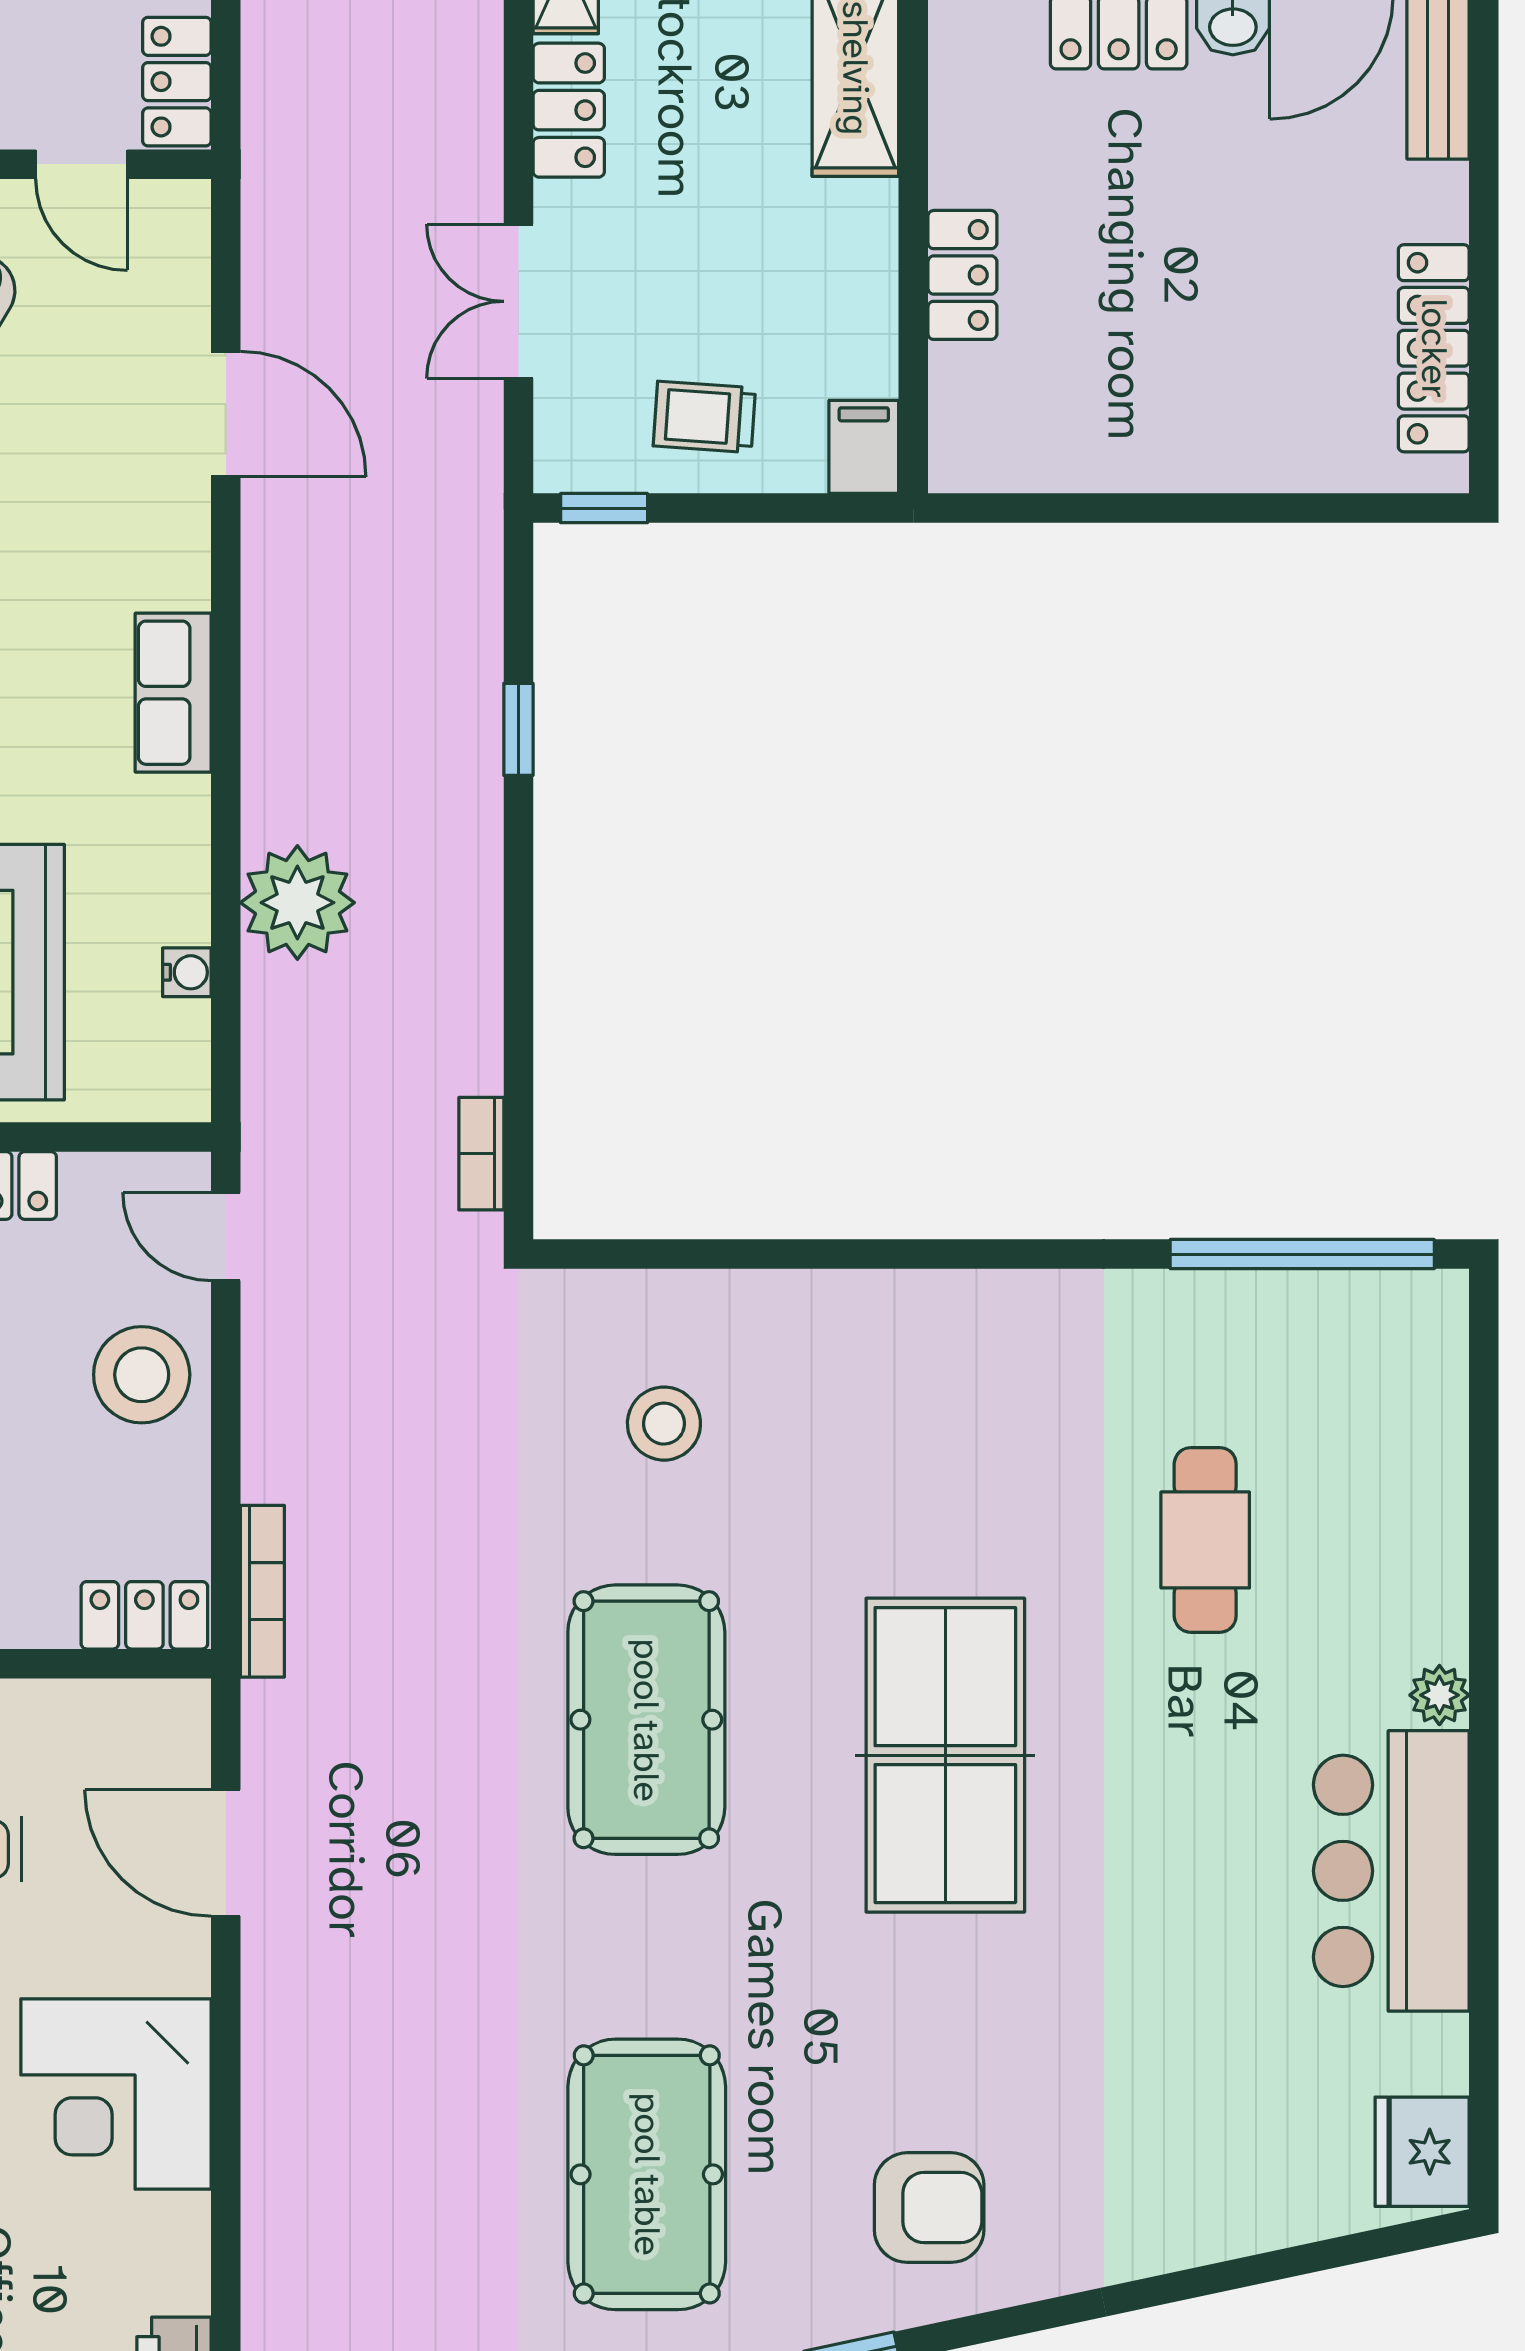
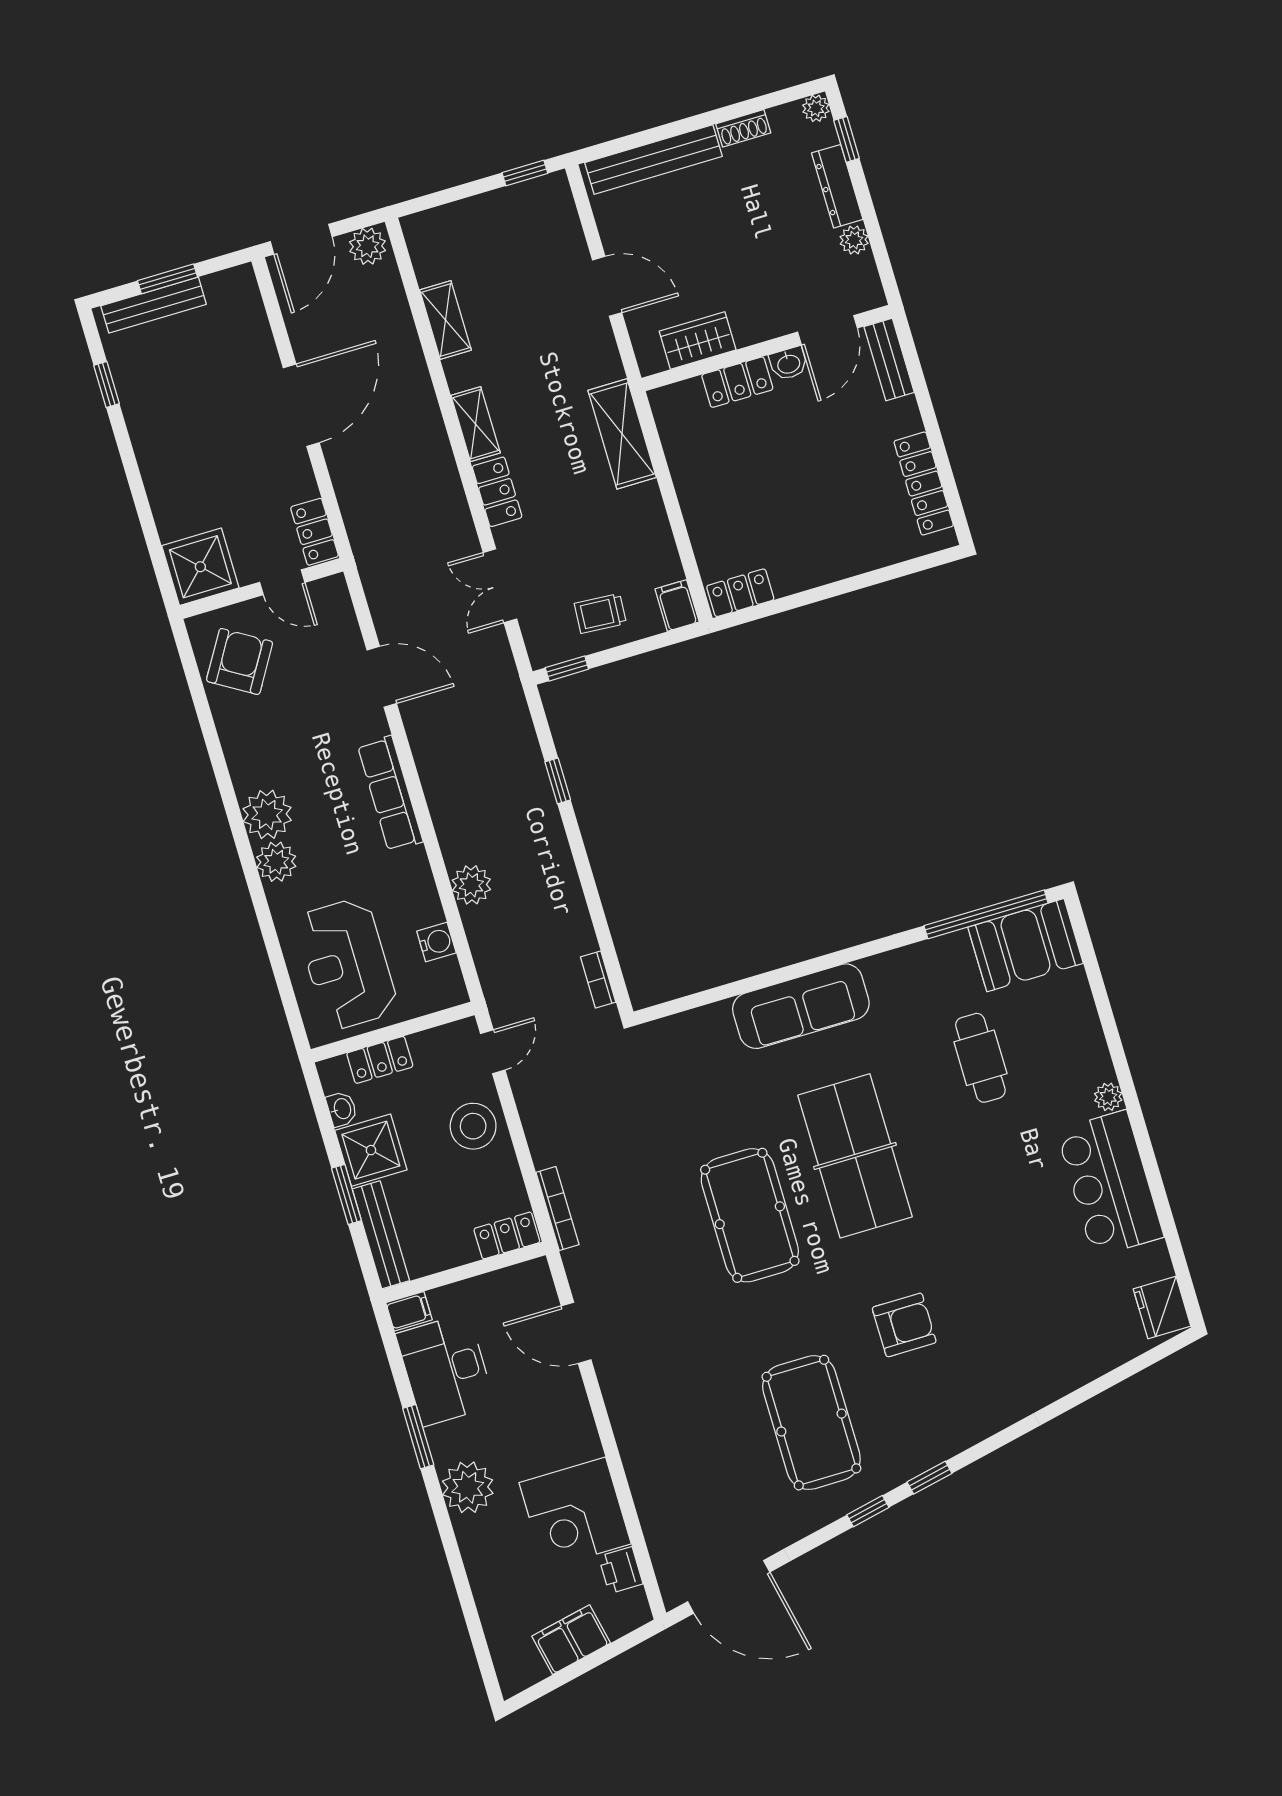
locker: (962, 275) -> (740, 593), moved, turned -90
row of seats: (173, 693) -> (390, 794), width x1.48
plant: (297, 903) -> (471, 885), width x0.73, depth x0.73
water cooler: (187, 972) -> (436, 942), width x1.38, depth x1.38
door: (226, 1237) -> (493, 1052), swing flipped
sofa: (874, 1329) -> (801, 1006), added
booth: (1363, 1340) -> (1025, 945), added
stool: (664, 1424) -> (718, 1078), removed
table tennis table: (945, 1755) -> (855, 1156), moved
corner desk: (116, 2094) -> (575, 1513), moved
armchair: (929, 2208) -> (904, 1325), moved

